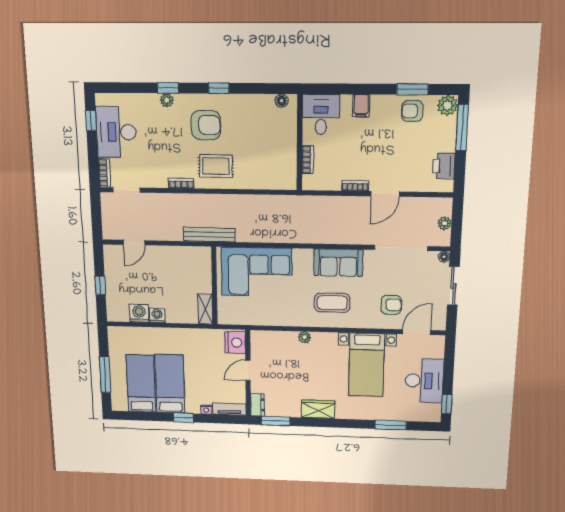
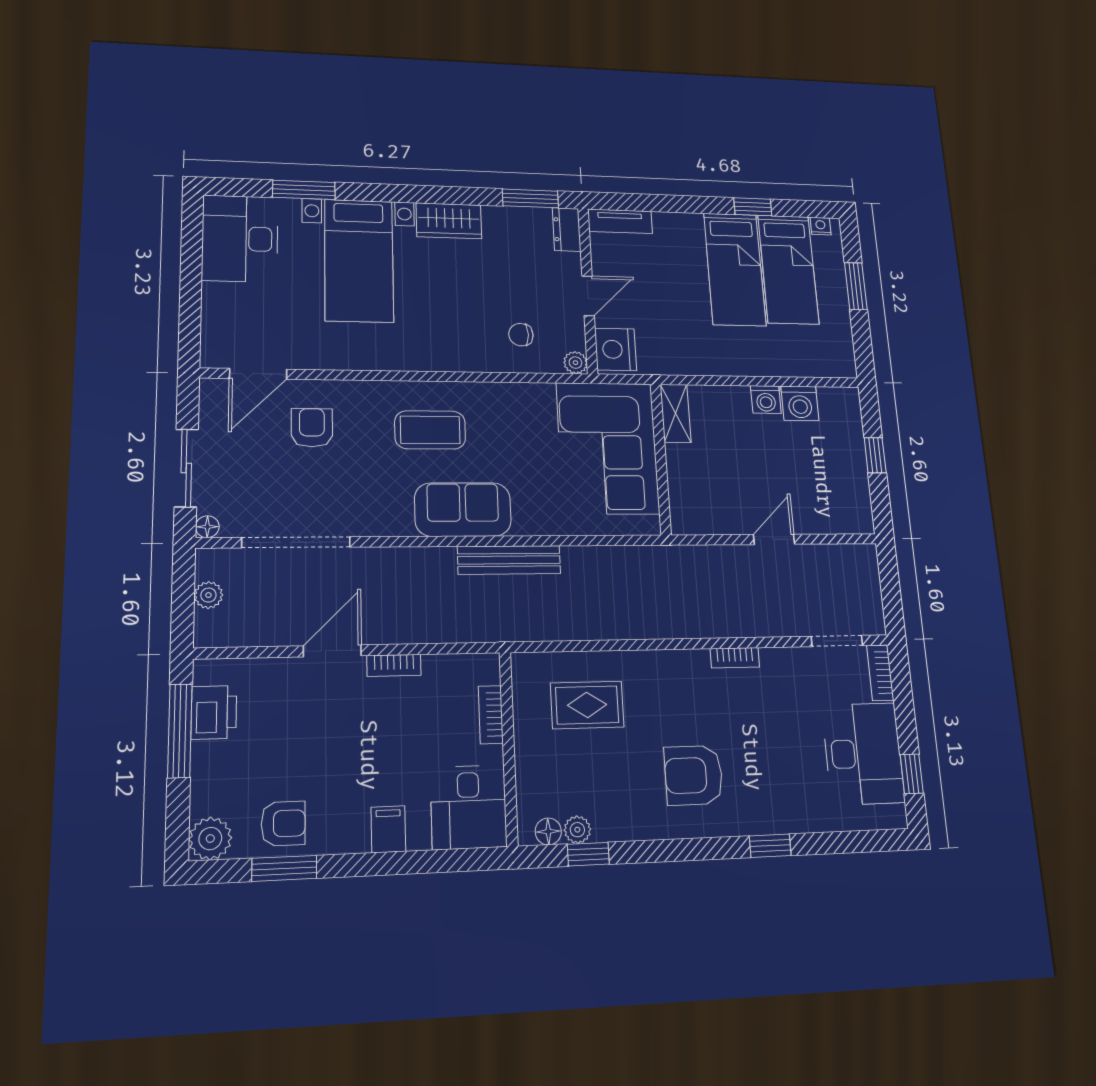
window: (219, 88) -> (588, 854), moved
plant: (167, 100) -> (577, 830), moved
window: (462, 128) -> (180, 731), moved
rug: (216, 166) -> (587, 705), moved
bench: (209, 235) -> (509, 560), moved
door: (134, 243) -> (774, 539), moved
sofa: (338, 263) -> (463, 509), moved
corner sofa: (257, 272) -> (608, 448), moved, turned -90
armchair: (391, 305) -> (312, 428), turned 90
plant: (304, 337) -> (575, 363), moved
chair: (284, 351) -> (521, 335), added
bed with nightstands: (367, 365) -> (359, 260), moved, turned 180
window: (105, 375) -> (856, 286), width x0.69
desk: (424, 381) -> (240, 239), moved
window: (447, 404) -> (192, 231), removed
nightstand: (206, 409) -> (821, 226), moved
window: (183, 418) -> (753, 207), moved

